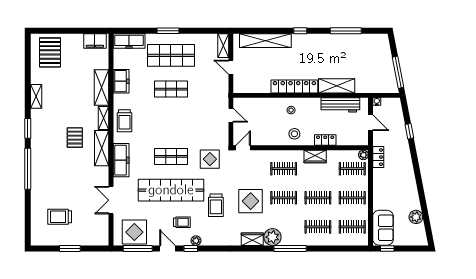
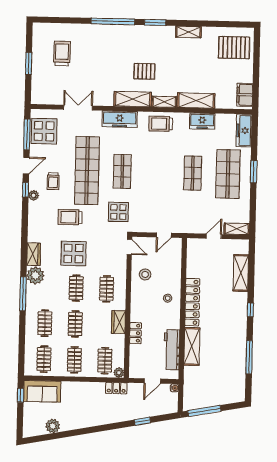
shelving: (265, 41) -> (241, 273), width x0.68
stool: (294, 134) -> (145, 274), moved

